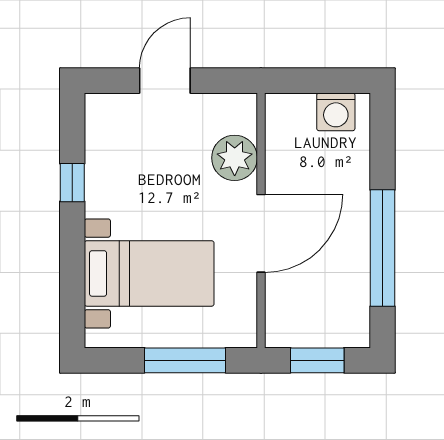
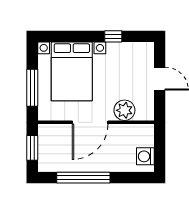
door: (261, 233) -> (90, 122), hinge flipped
bed with nightstands: (149, 273) -> (72, 71), width x1.36

